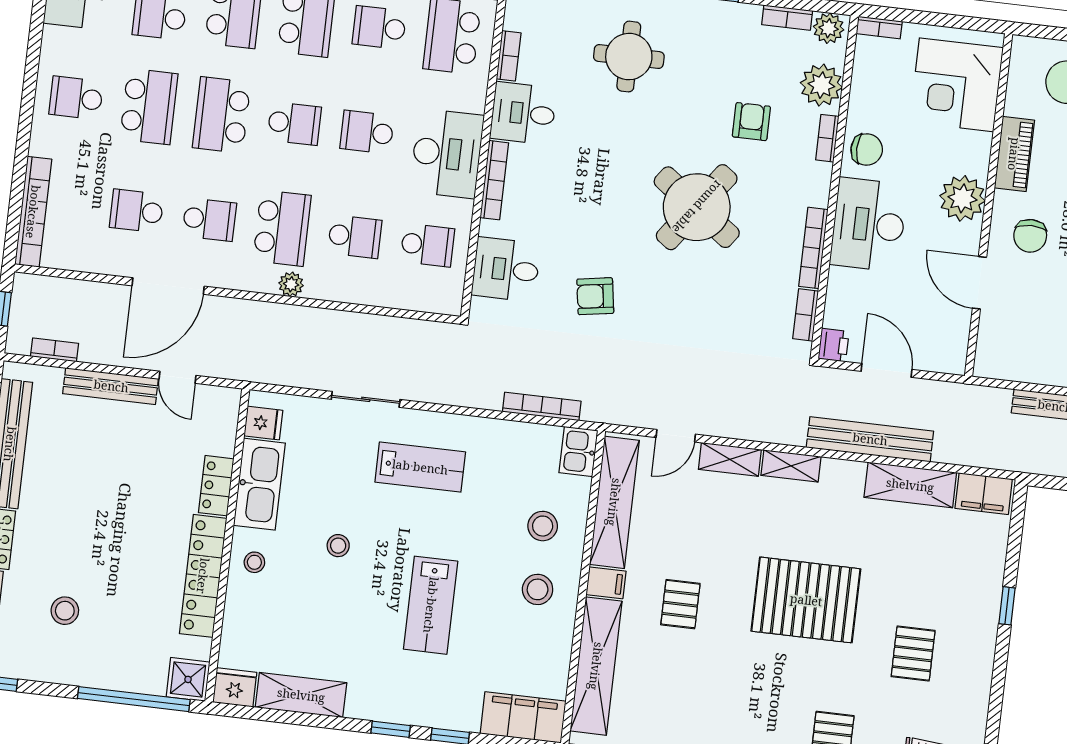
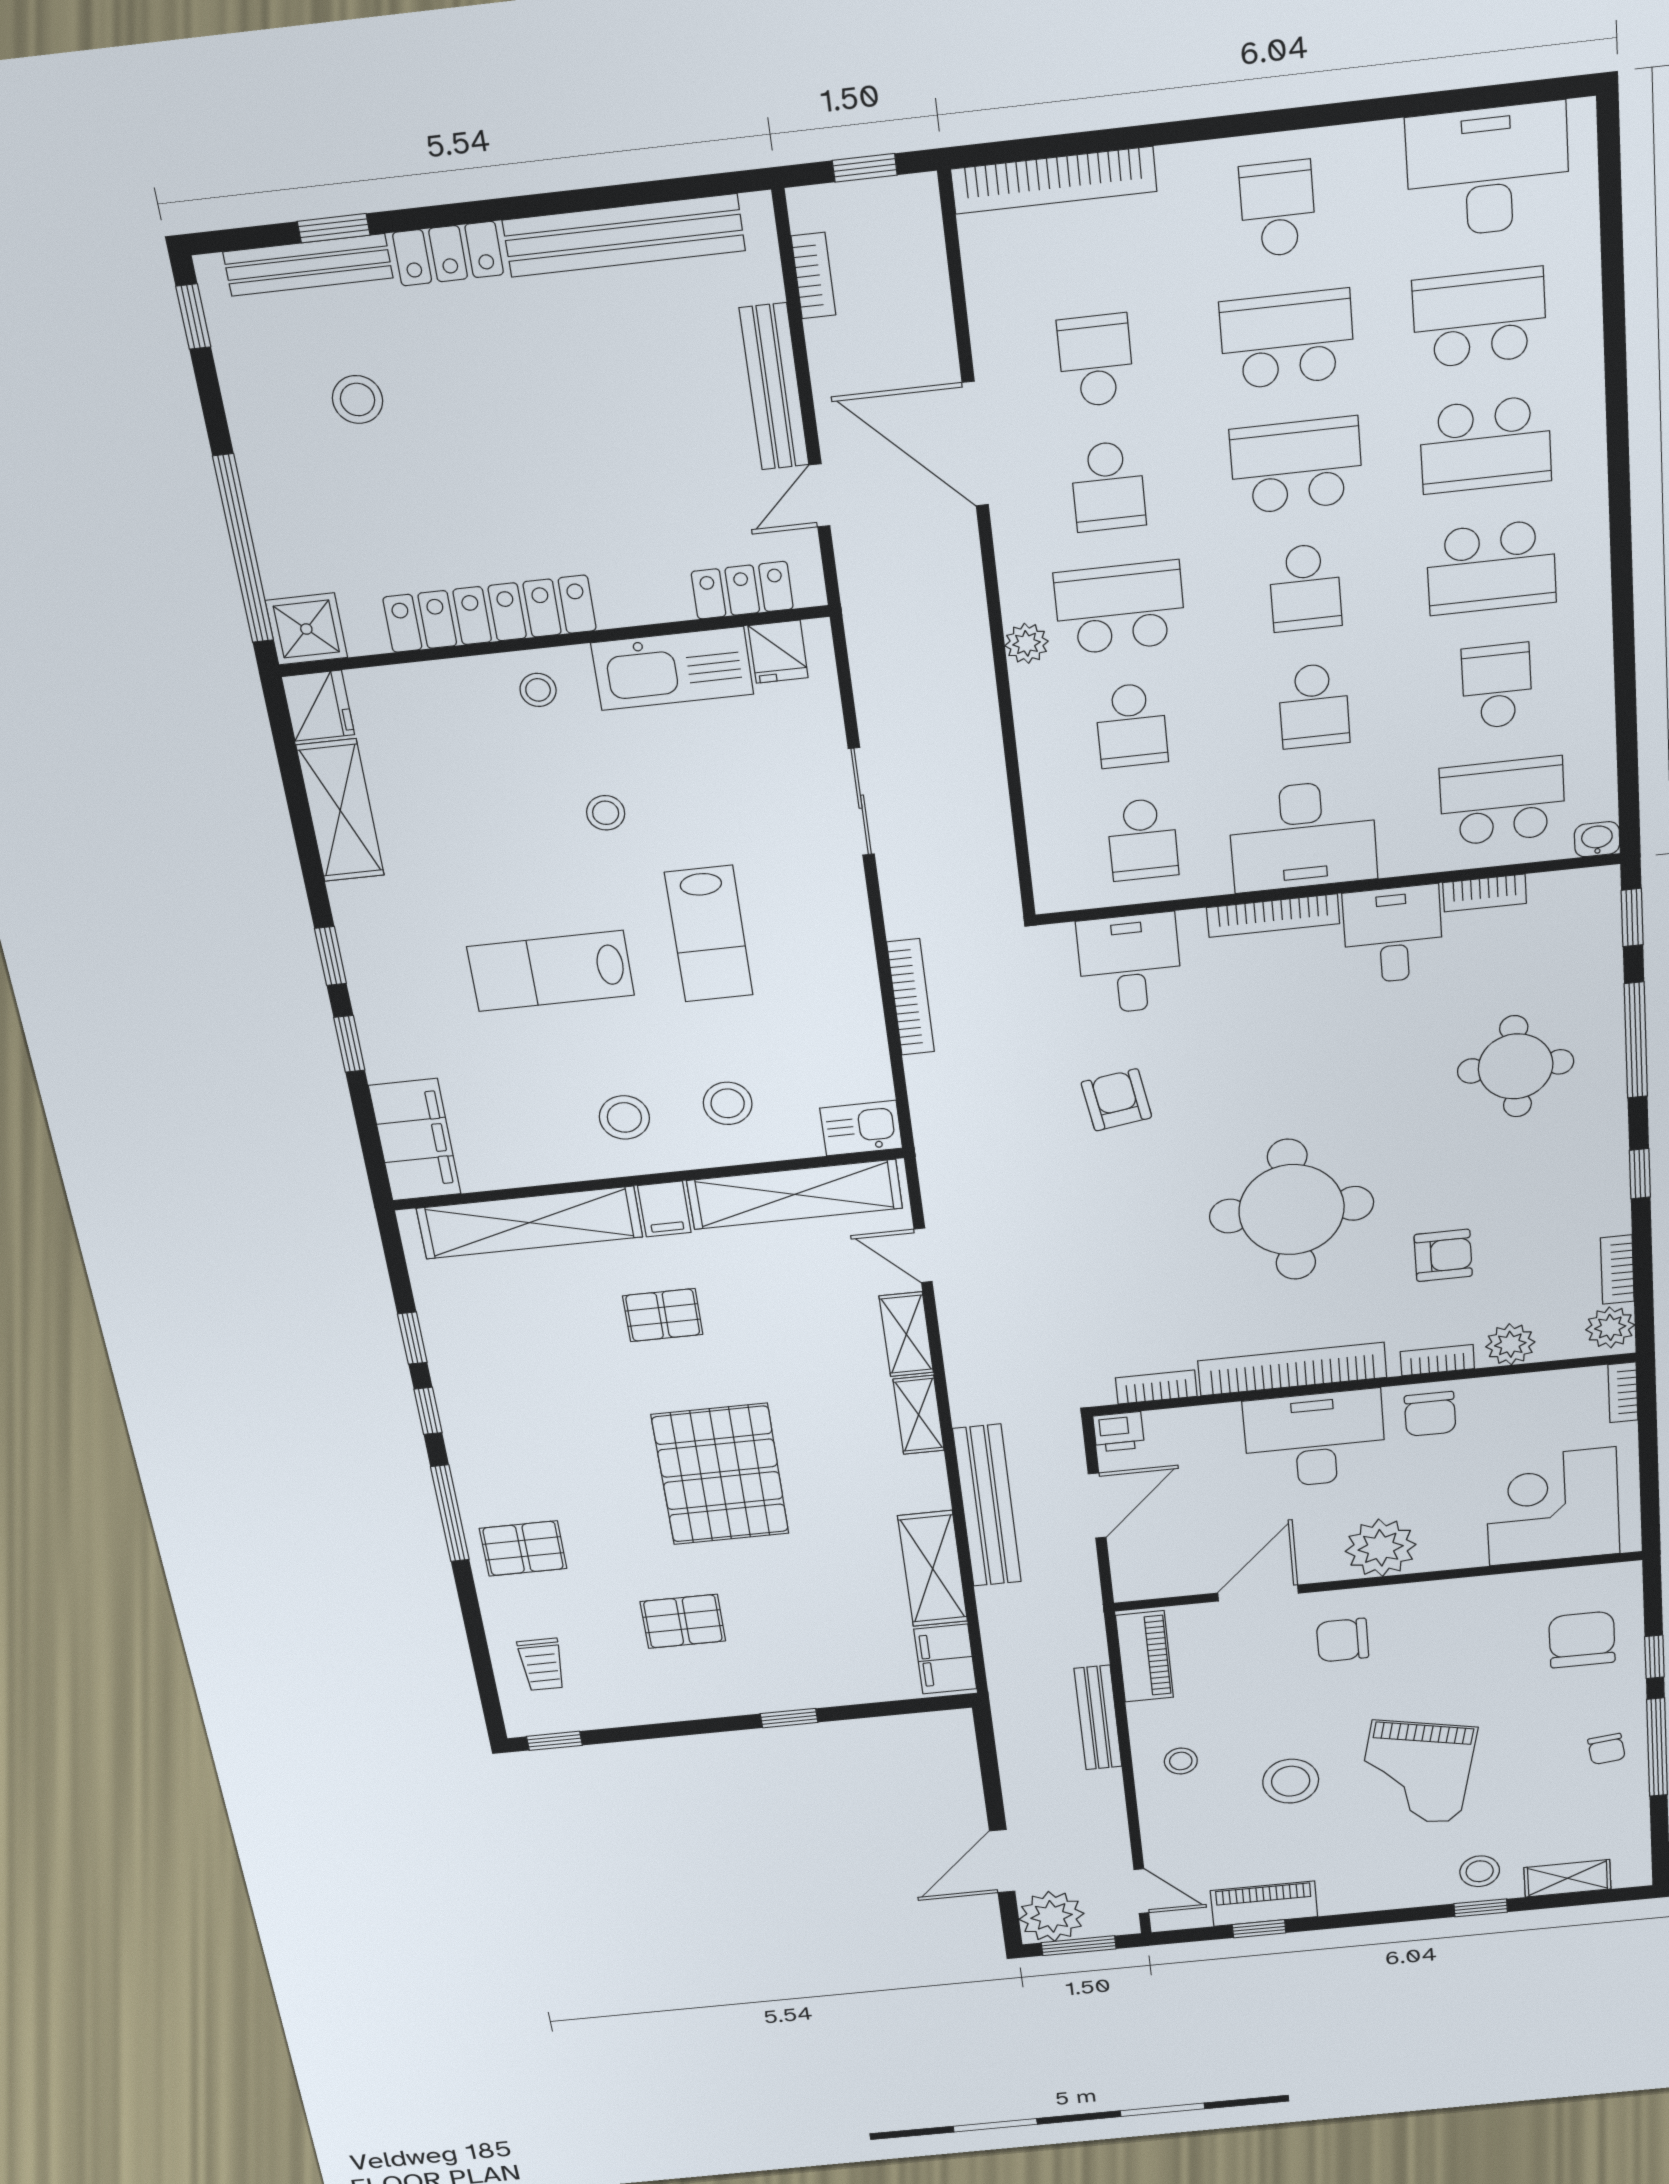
plant: (821, 85) -> (1510, 1344), width x0.73, depth x0.73
school desk: (149, 106) -> (1287, 339), turned 180
school desk: (367, 132) -> (1314, 706), turned 180
piano: (1014, 154) -> (1145, 1656), moved, turned -90
round table: (697, 207) -> (1292, 1210), turned -36
school desk: (282, 228) -> (1120, 608), turned 180
bookcase: (813, 248) -> (1292, 1369), width x1.48, depth x1.31
bookcase: (542, 406) -> (911, 997), moved
lab bench: (420, 467) -> (709, 934), moved
locker: (216, 486) -> (742, 590), moved

